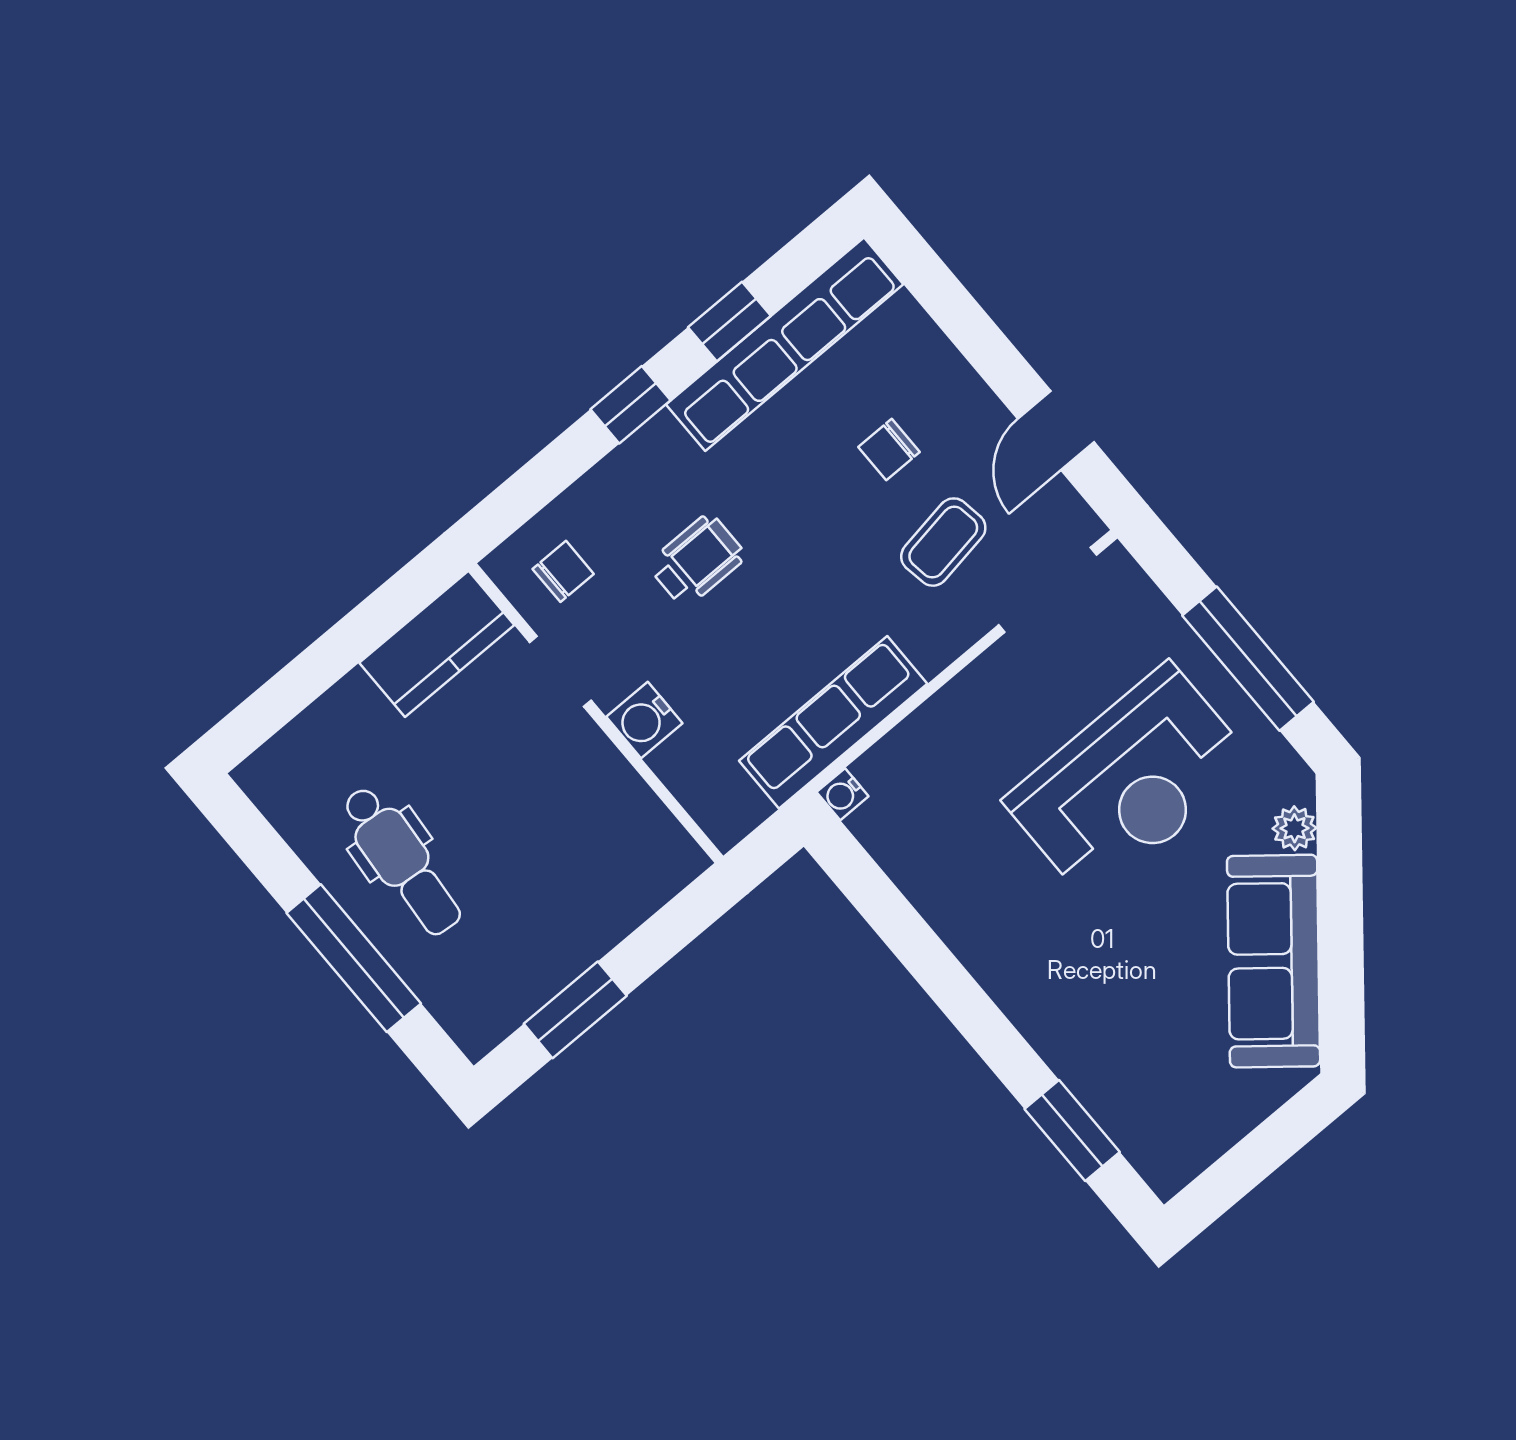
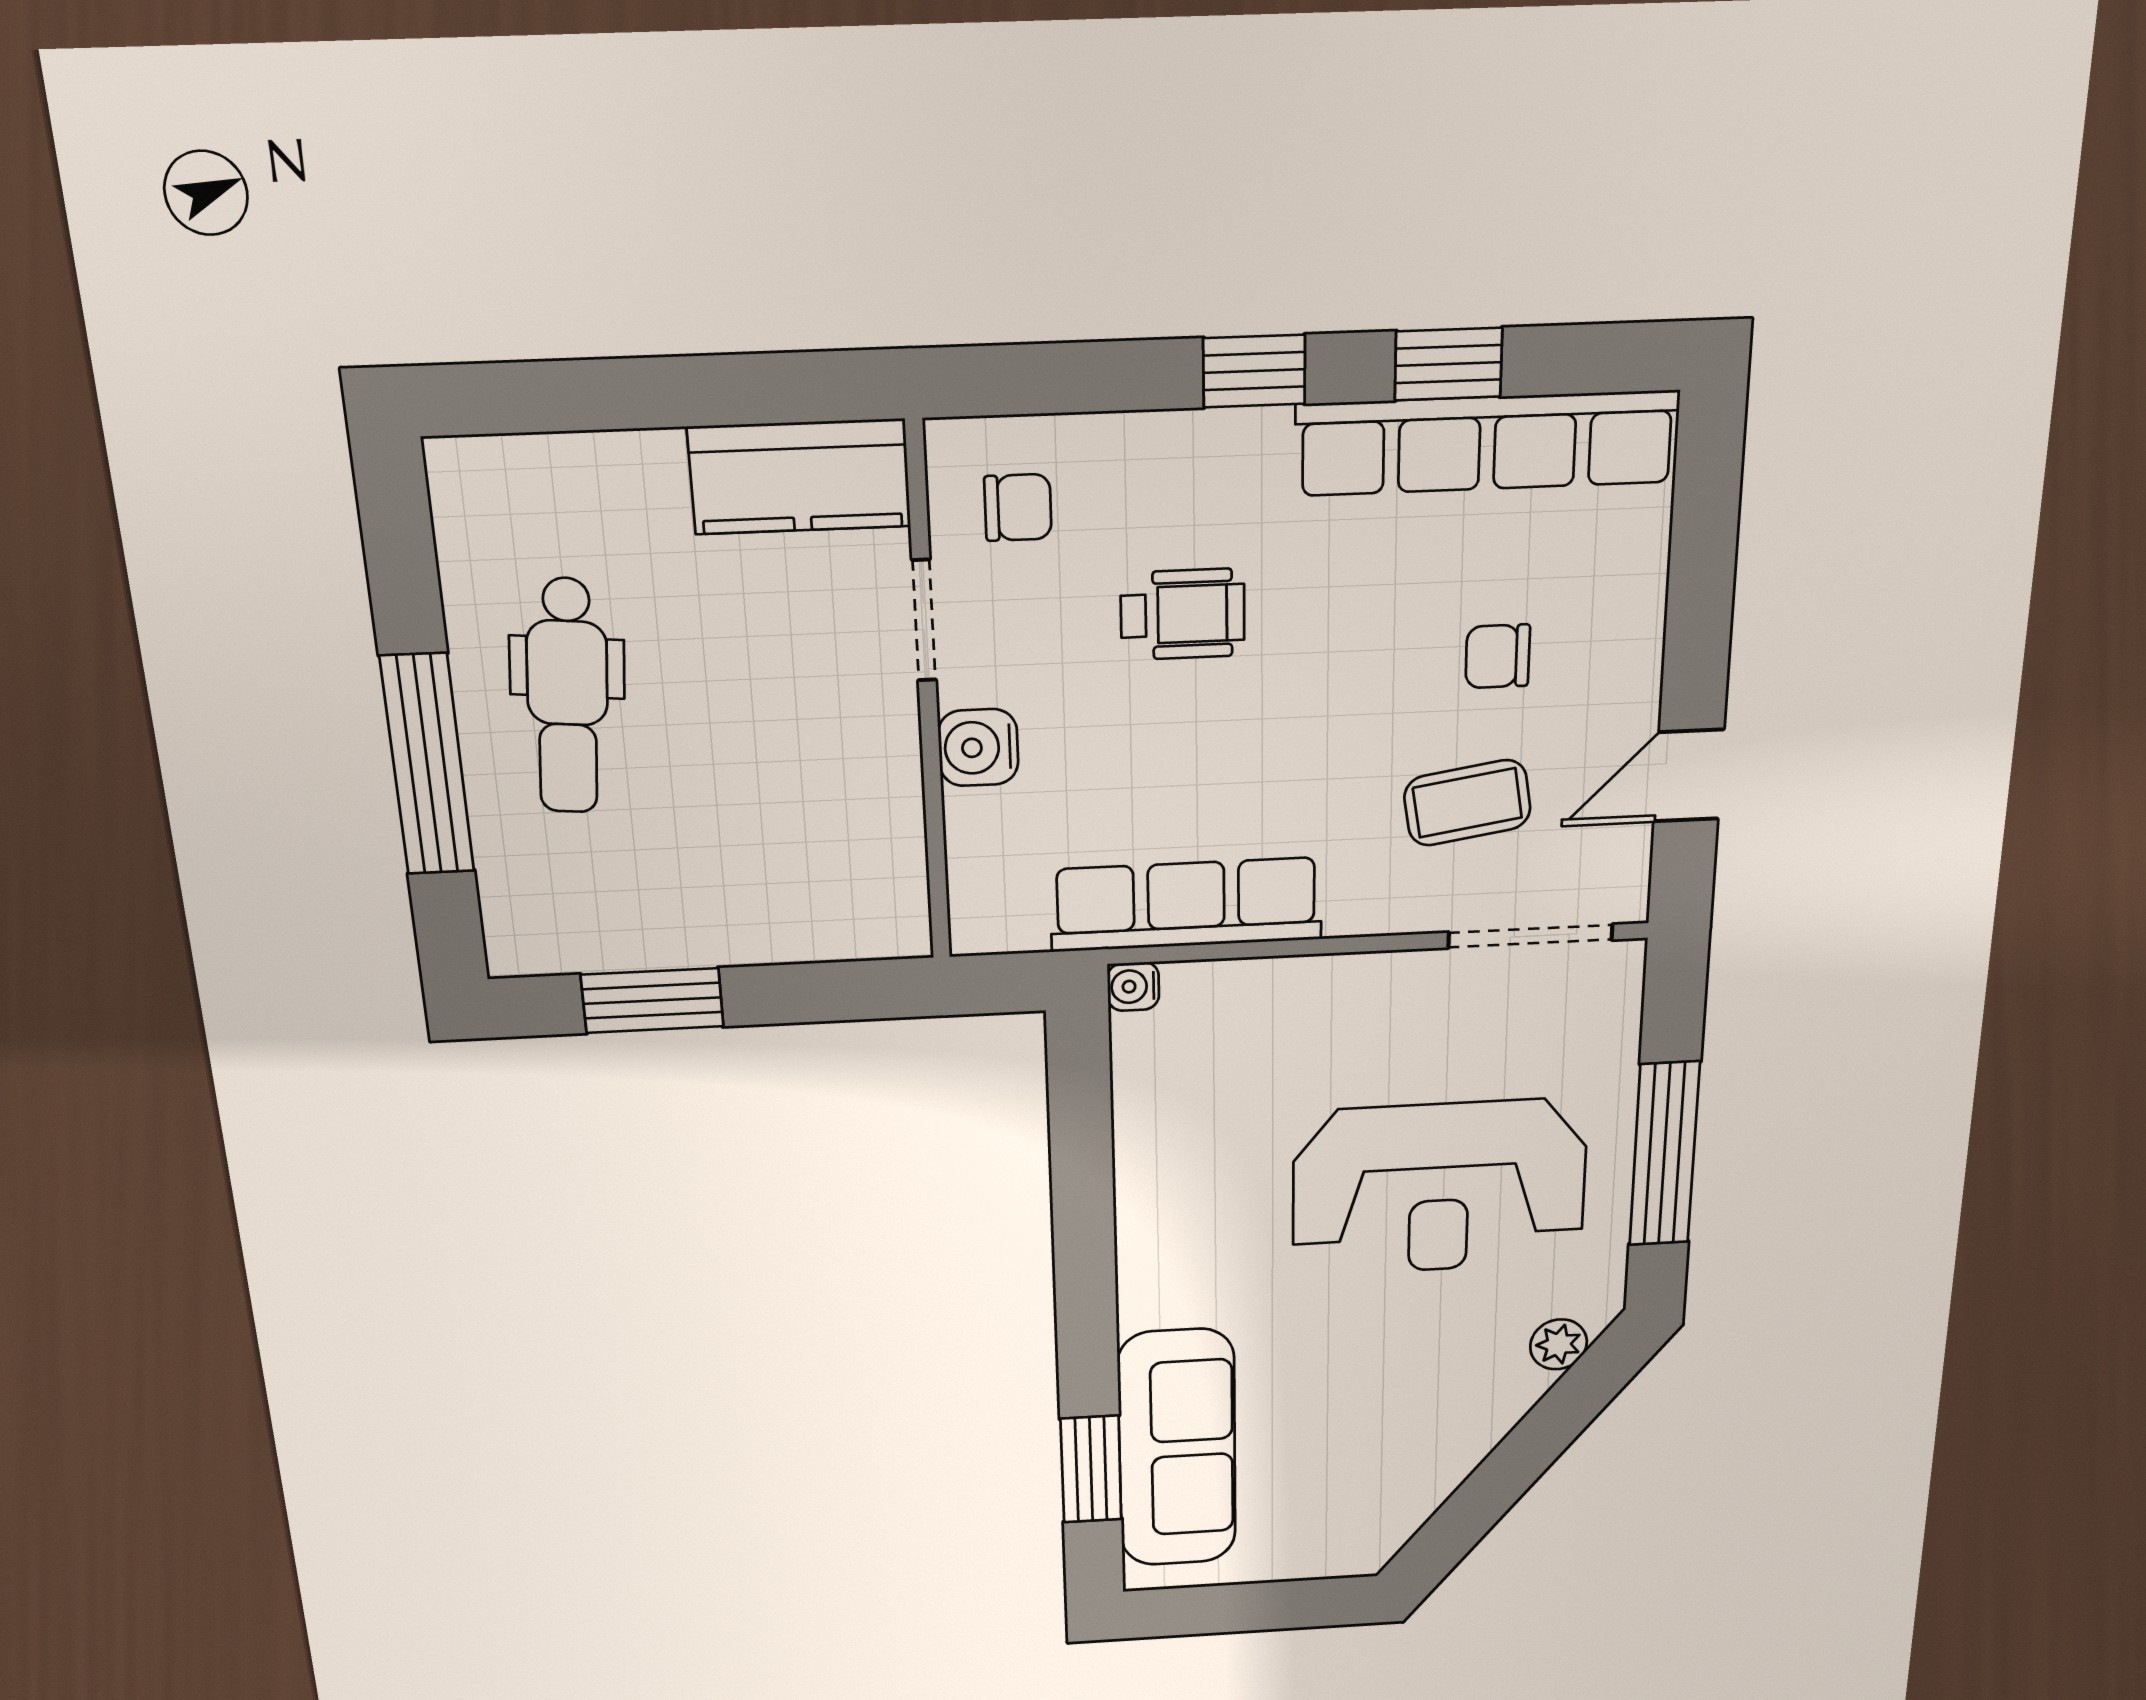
sofa: (1274, 961) -> (1177, 1449), moved, turned 141

